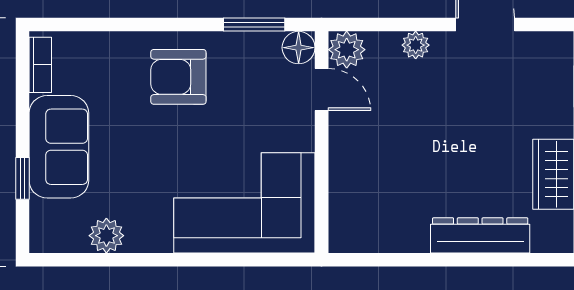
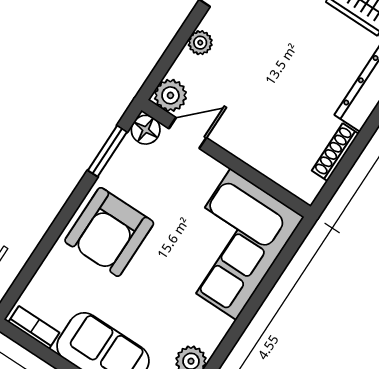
armchair: (178, 77) -> (109, 232), width x1.36, depth x1.36
shoe rack: (396, 242) -> (335, 152), added

